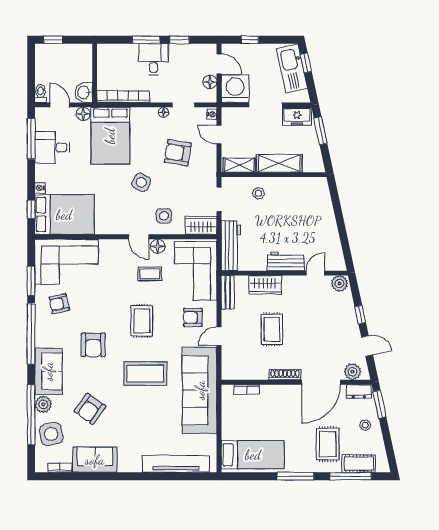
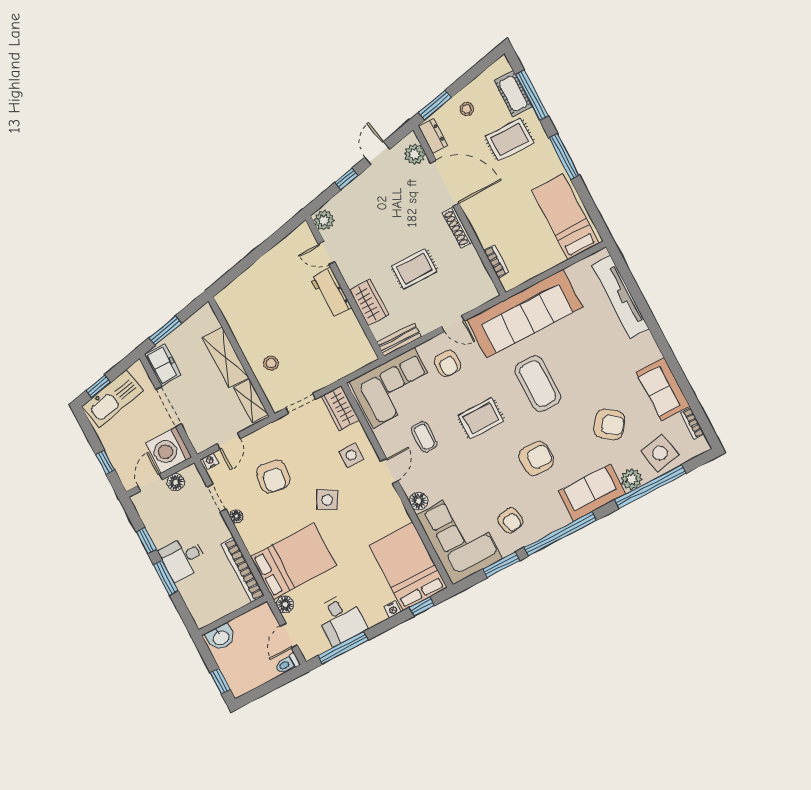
washbasin: (84, 92) -> (221, 637), moved
floor lamp: (158, 246) -> (419, 501), moved
workbench: (231, 246) -> (346, 363), removed

